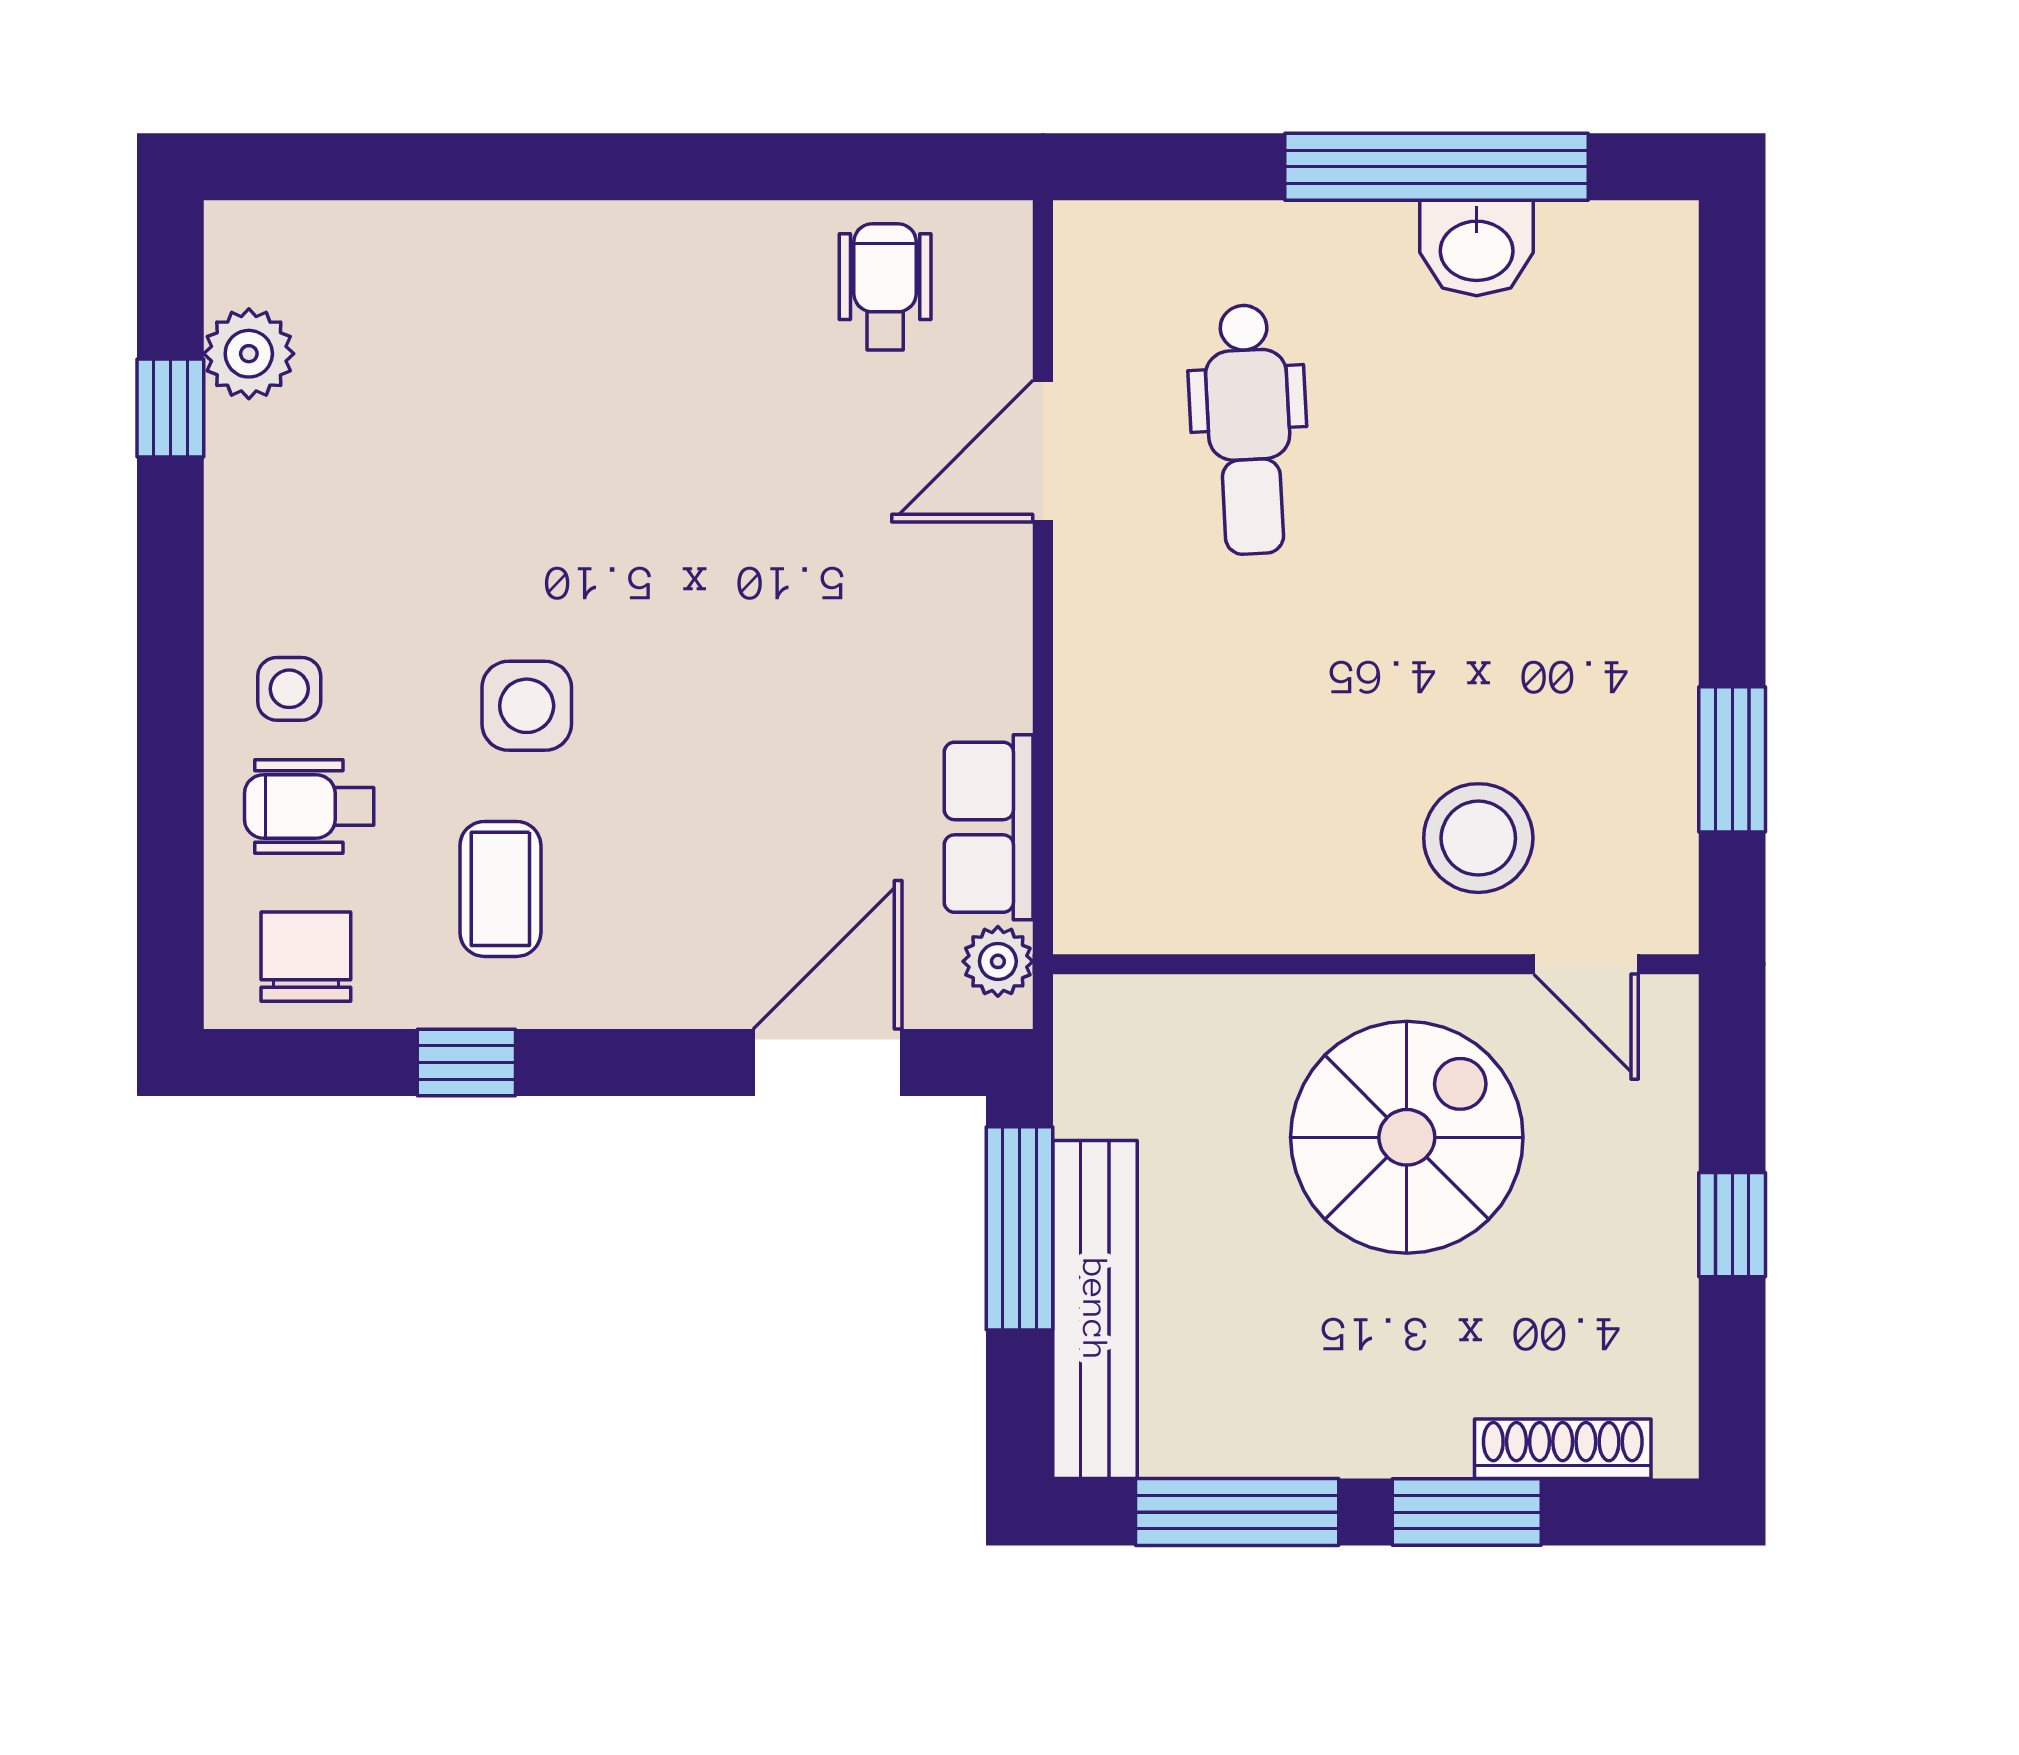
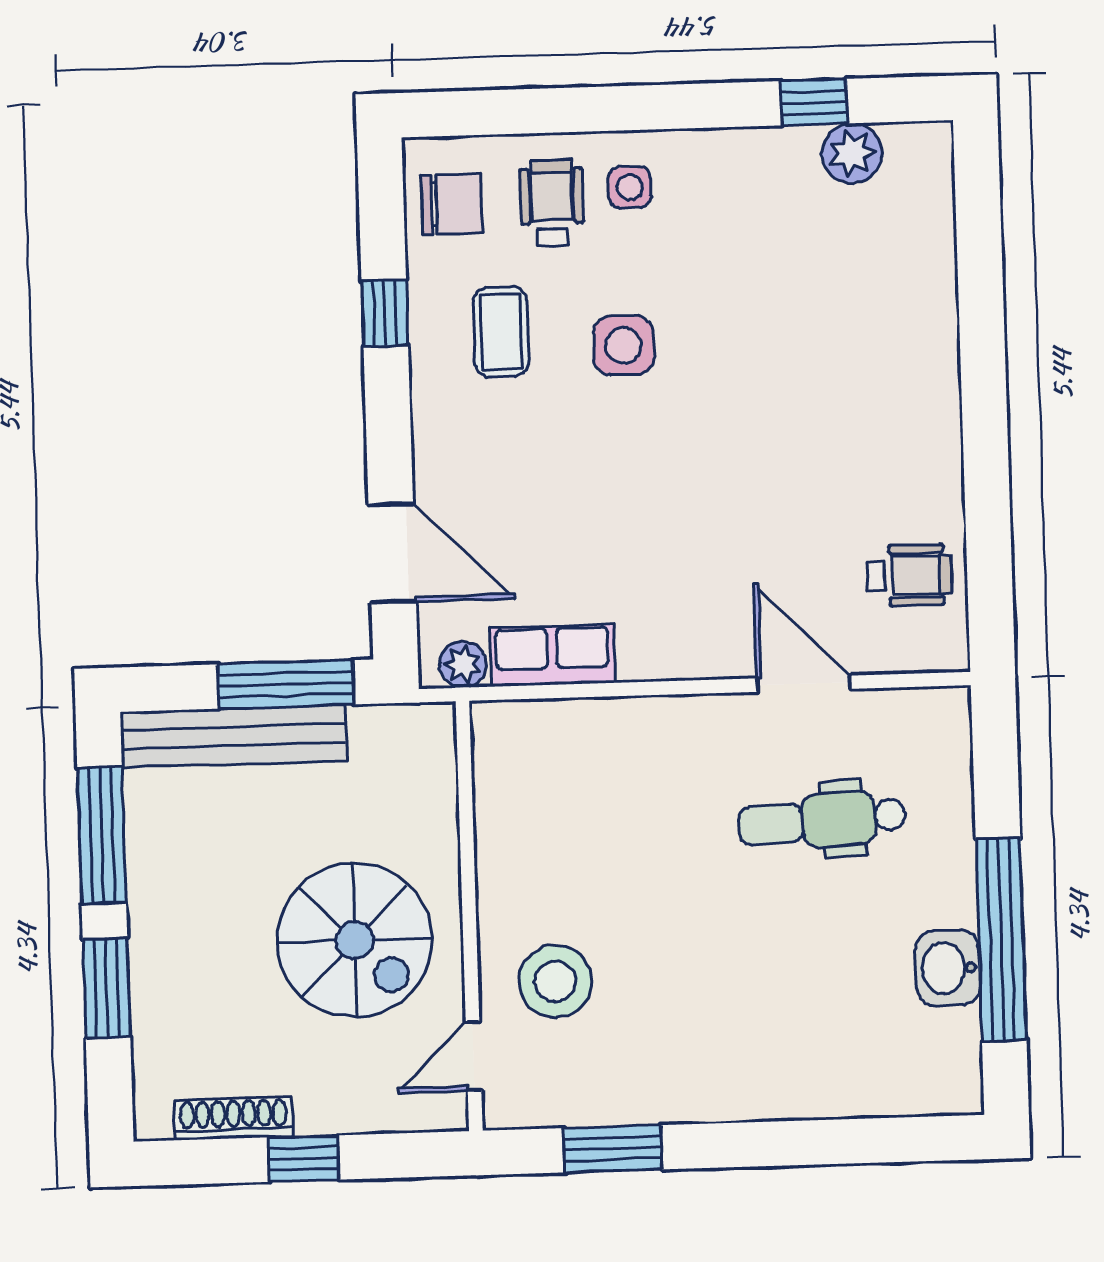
coffee table: (500, 889) -> (501, 332), turned 90
shoe rack: (1563, 1449) -> (233, 1119), moved, turned -90

